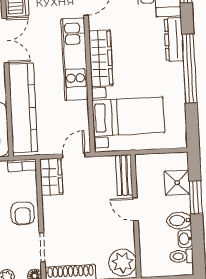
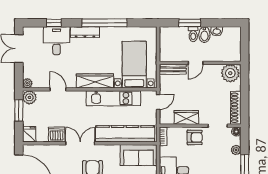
kitchen unit: (75, 59) -> (113, 98), moved
door: (74, 155) -> (158, 102), swing flipped
wardrobe: (51, 177) -> (186, 117), moved
shower: (177, 183) -> (179, 35), removed
toilet: (181, 256) -> (193, 34), moved

